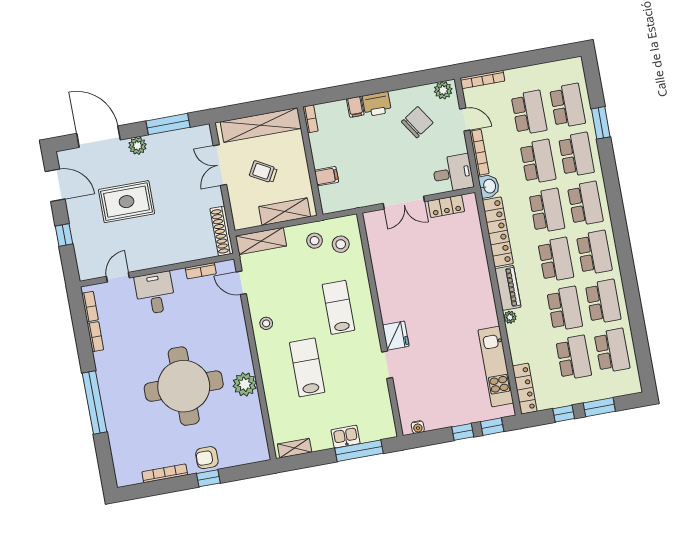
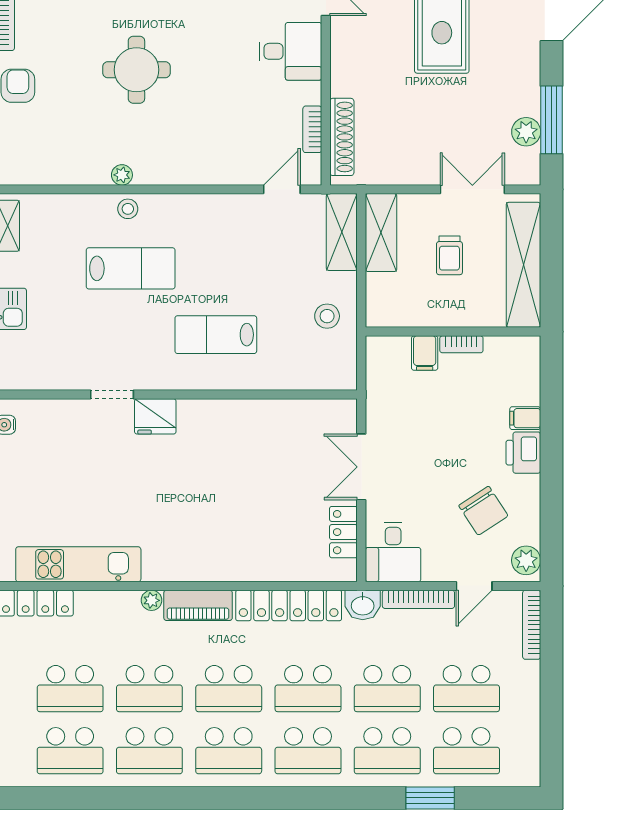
bookcase: (310, 119) -> (461, 344), moved
plant: (137, 146) -> (526, 132), moved
trolley: (263, 172) -> (449, 255), turned 151
shelving: (285, 212) -> (381, 233), moved
shoe rack: (222, 231) -> (342, 137), moved, turned 90
stool: (341, 244) -> (314, 356), removed
lab bench: (338, 307) -> (216, 335), turned 180
stool: (266, 323) -> (128, 209), moved
plant: (245, 384) -> (122, 175), width x0.53, depth x0.53
round table: (184, 386) -> (136, 70), width x0.54, depth x0.54

